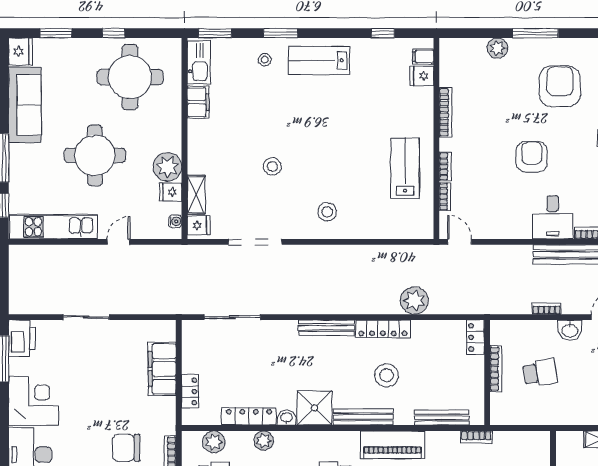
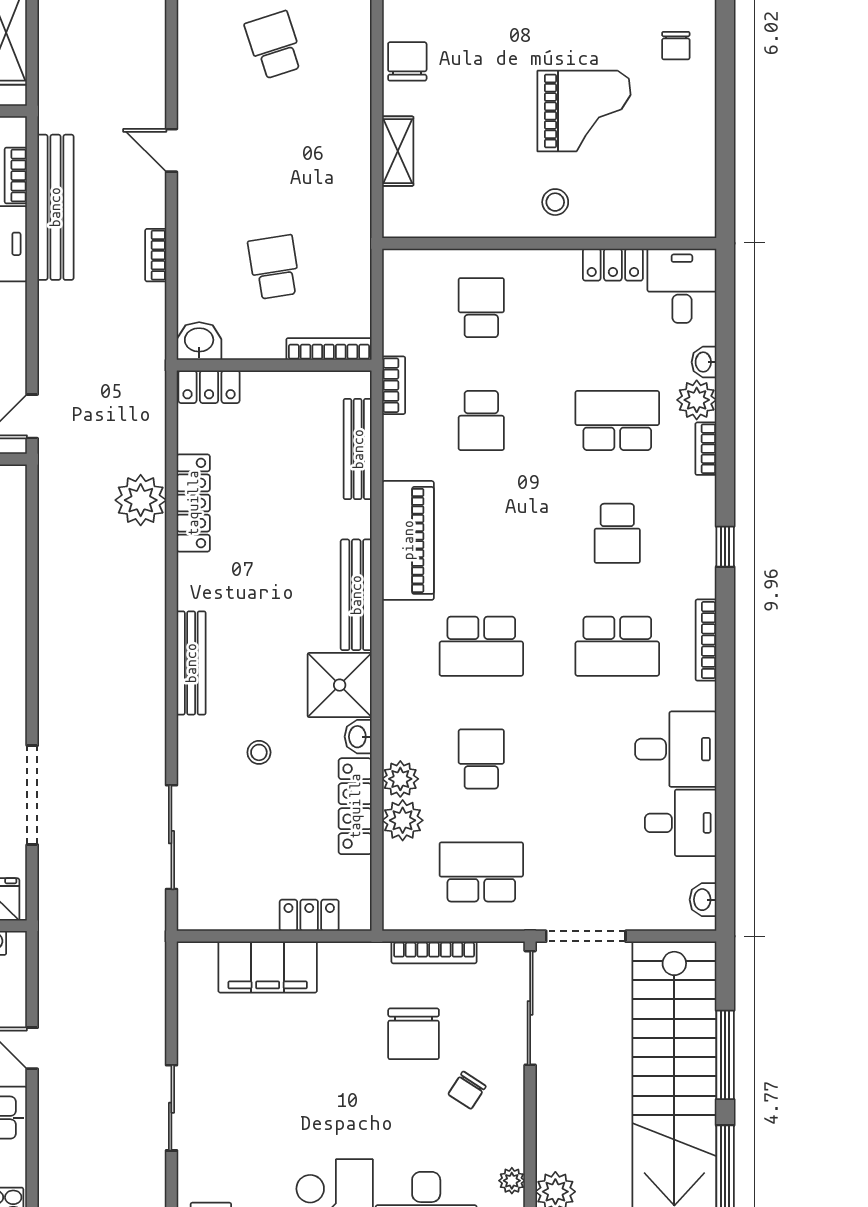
locker: (383, 329) -> (193, 503), moved
washbasin: (570, 330) -> (199, 341), moved, turned -90
bookcase: (496, 369) -> (329, 349), moved
stool: (387, 375) -> (259, 752), moved, width x0.53, depth x0.53
plant: (214, 442) -> (403, 820), moved

